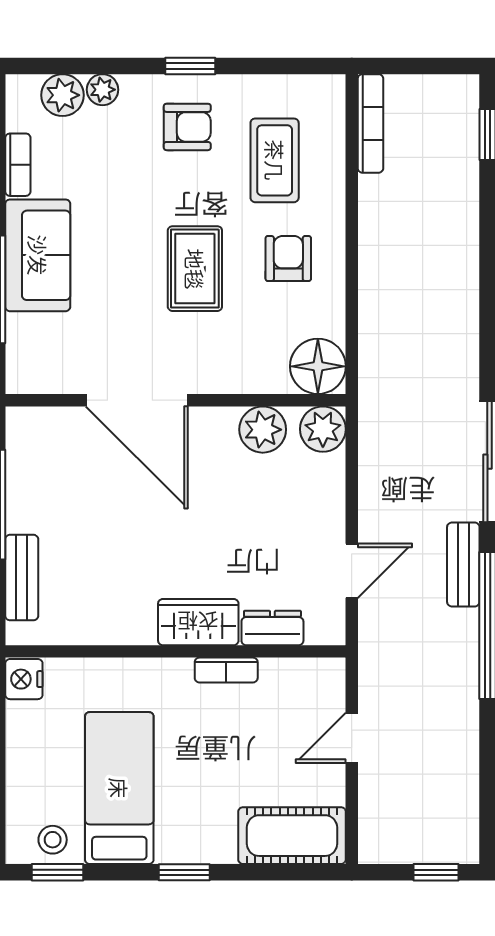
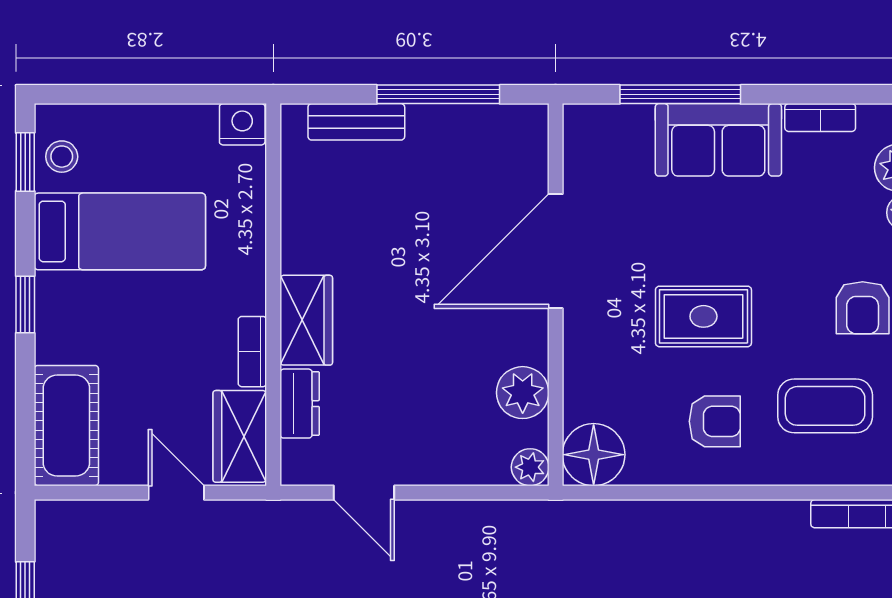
plant: (323, 429) -> (530, 467), width x0.73, depth x0.73
wardrobe: (302, 681) -> (240, 436), added

